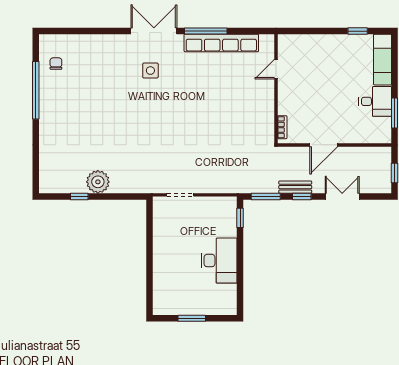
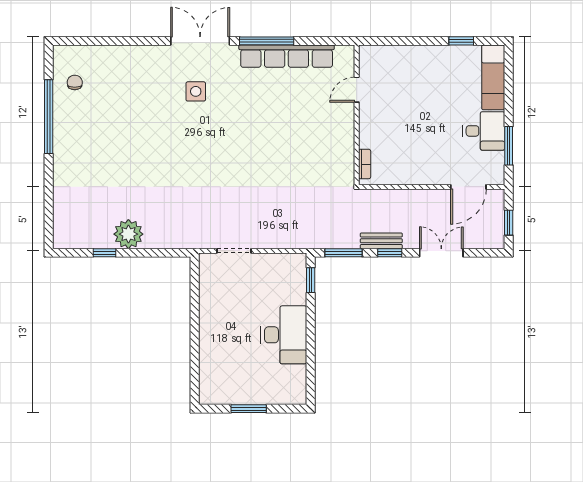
door: (324, 145) -> (468, 187), moved

